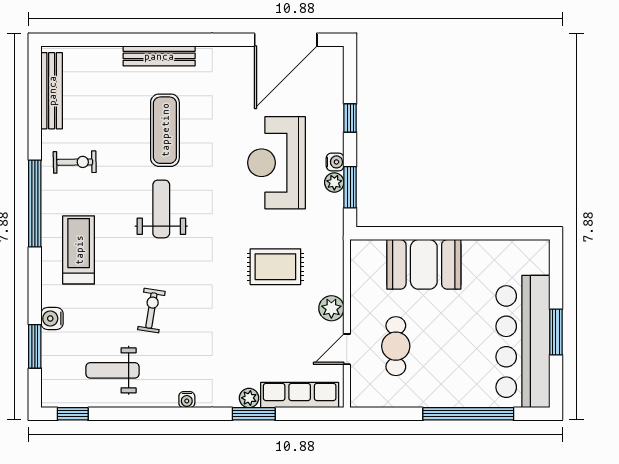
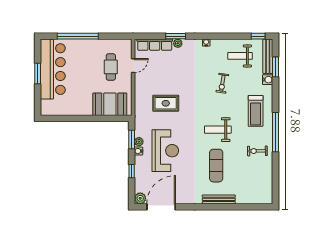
bench: (52, 91) -> (268, 56), moved
weight bench: (161, 209) -> (218, 130), turned 90
booth: (424, 264) -> (110, 104), moved
plant: (331, 308) -> (140, 198), moved
weight bench: (113, 370) -> (240, 56), turned 180

